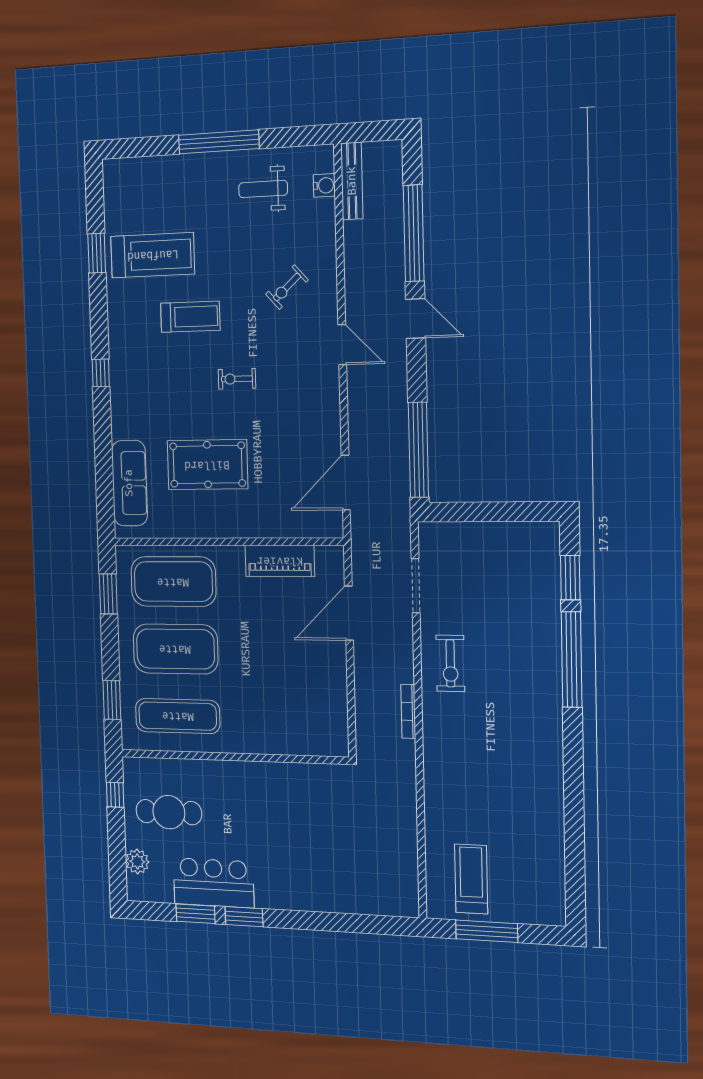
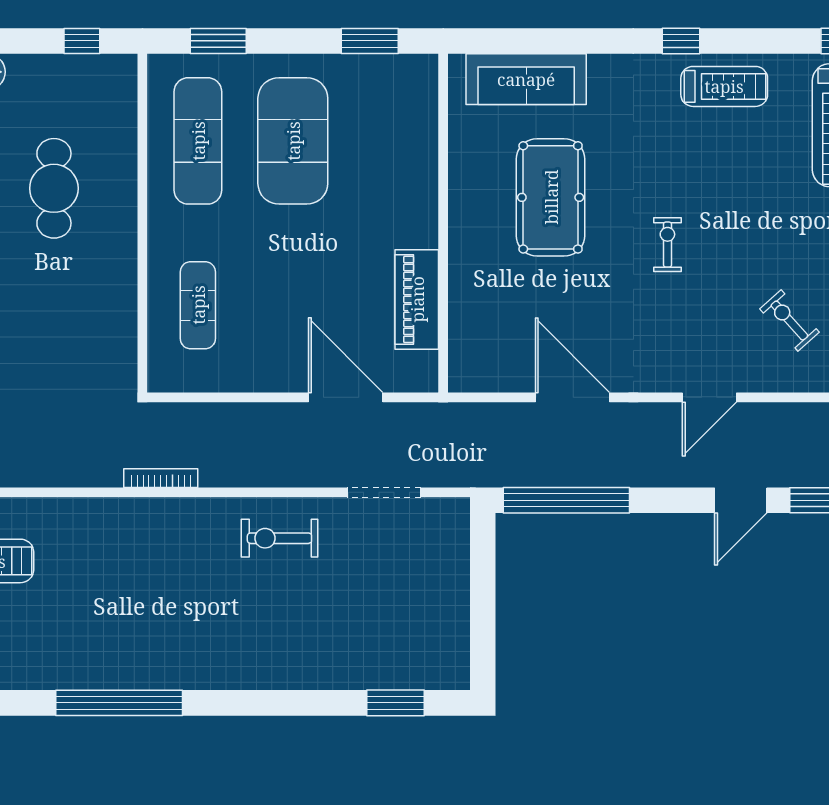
treadmill: (190, 317) -> (724, 86), moved, turned -90
door: (346, 483) -> (572, 397), moved
exercise mat: (173, 582) -> (198, 305), moved, width x0.50, depth x0.69
window: (572, 660) -> (119, 703), moved
bookcase: (408, 711) -> (161, 478), moved
cafe table: (169, 812) -> (54, 188), moved

